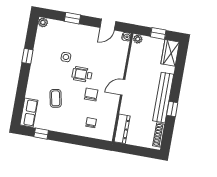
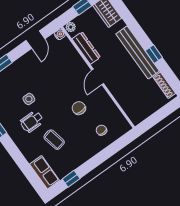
wheelchair: (82, 74) -> (32, 121), moved
dresser: (122, 129) -> (86, 48), moved

